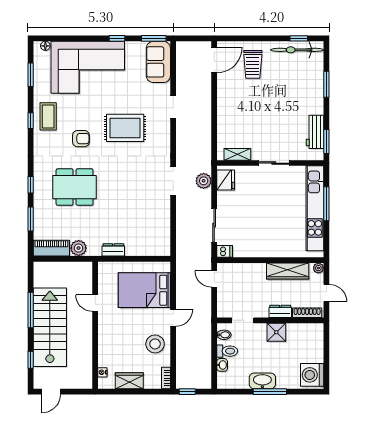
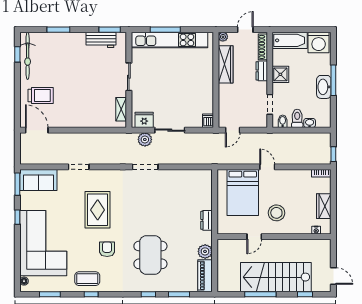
sliding door: (214, 225) -> (170, 130), moved
bathtub: (314, 343) -> (290, 40), added
stool: (155, 344) -> (276, 213), moved

